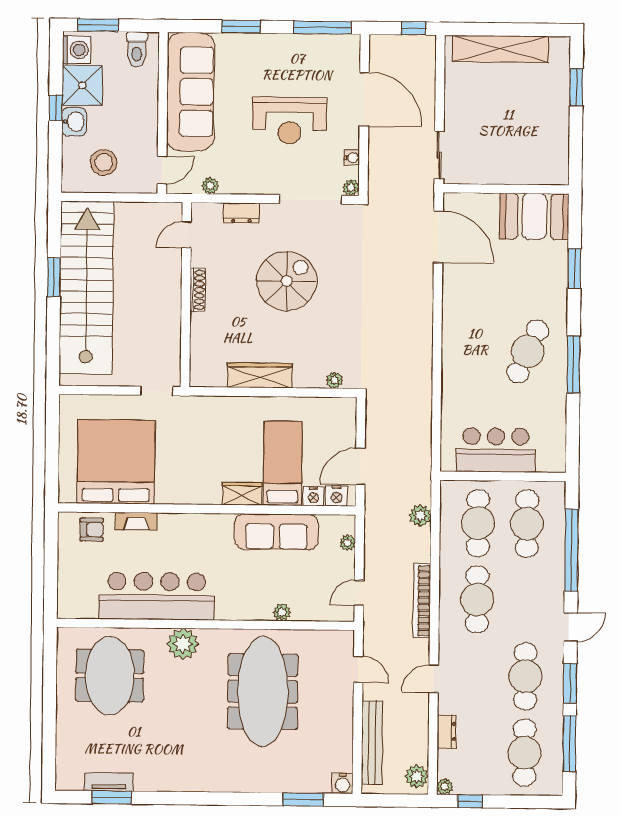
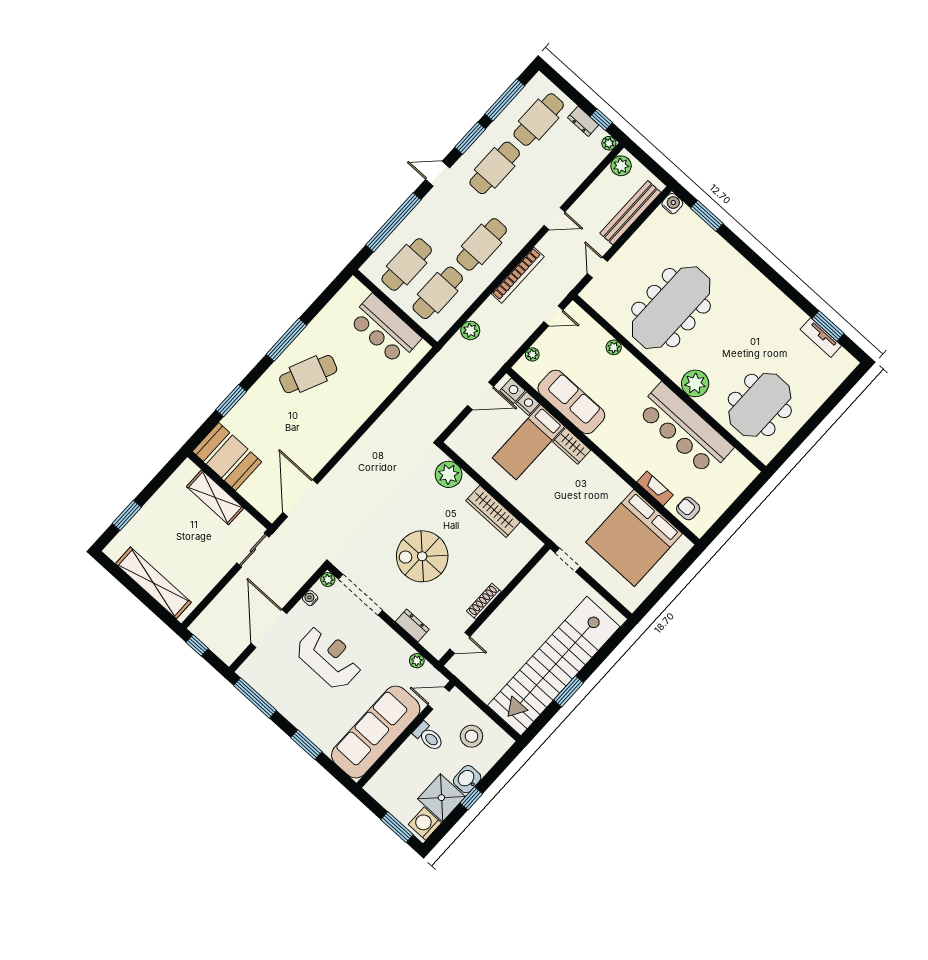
toilet: (137, 49) -> (428, 737), moved, turned 90
shelving: (513, 171) -> (215, 497), added
plant: (334, 380) -> (449, 474), width x1.88, depth x1.88
dresser: (447, 732) -> (583, 121), moved, turned -90

